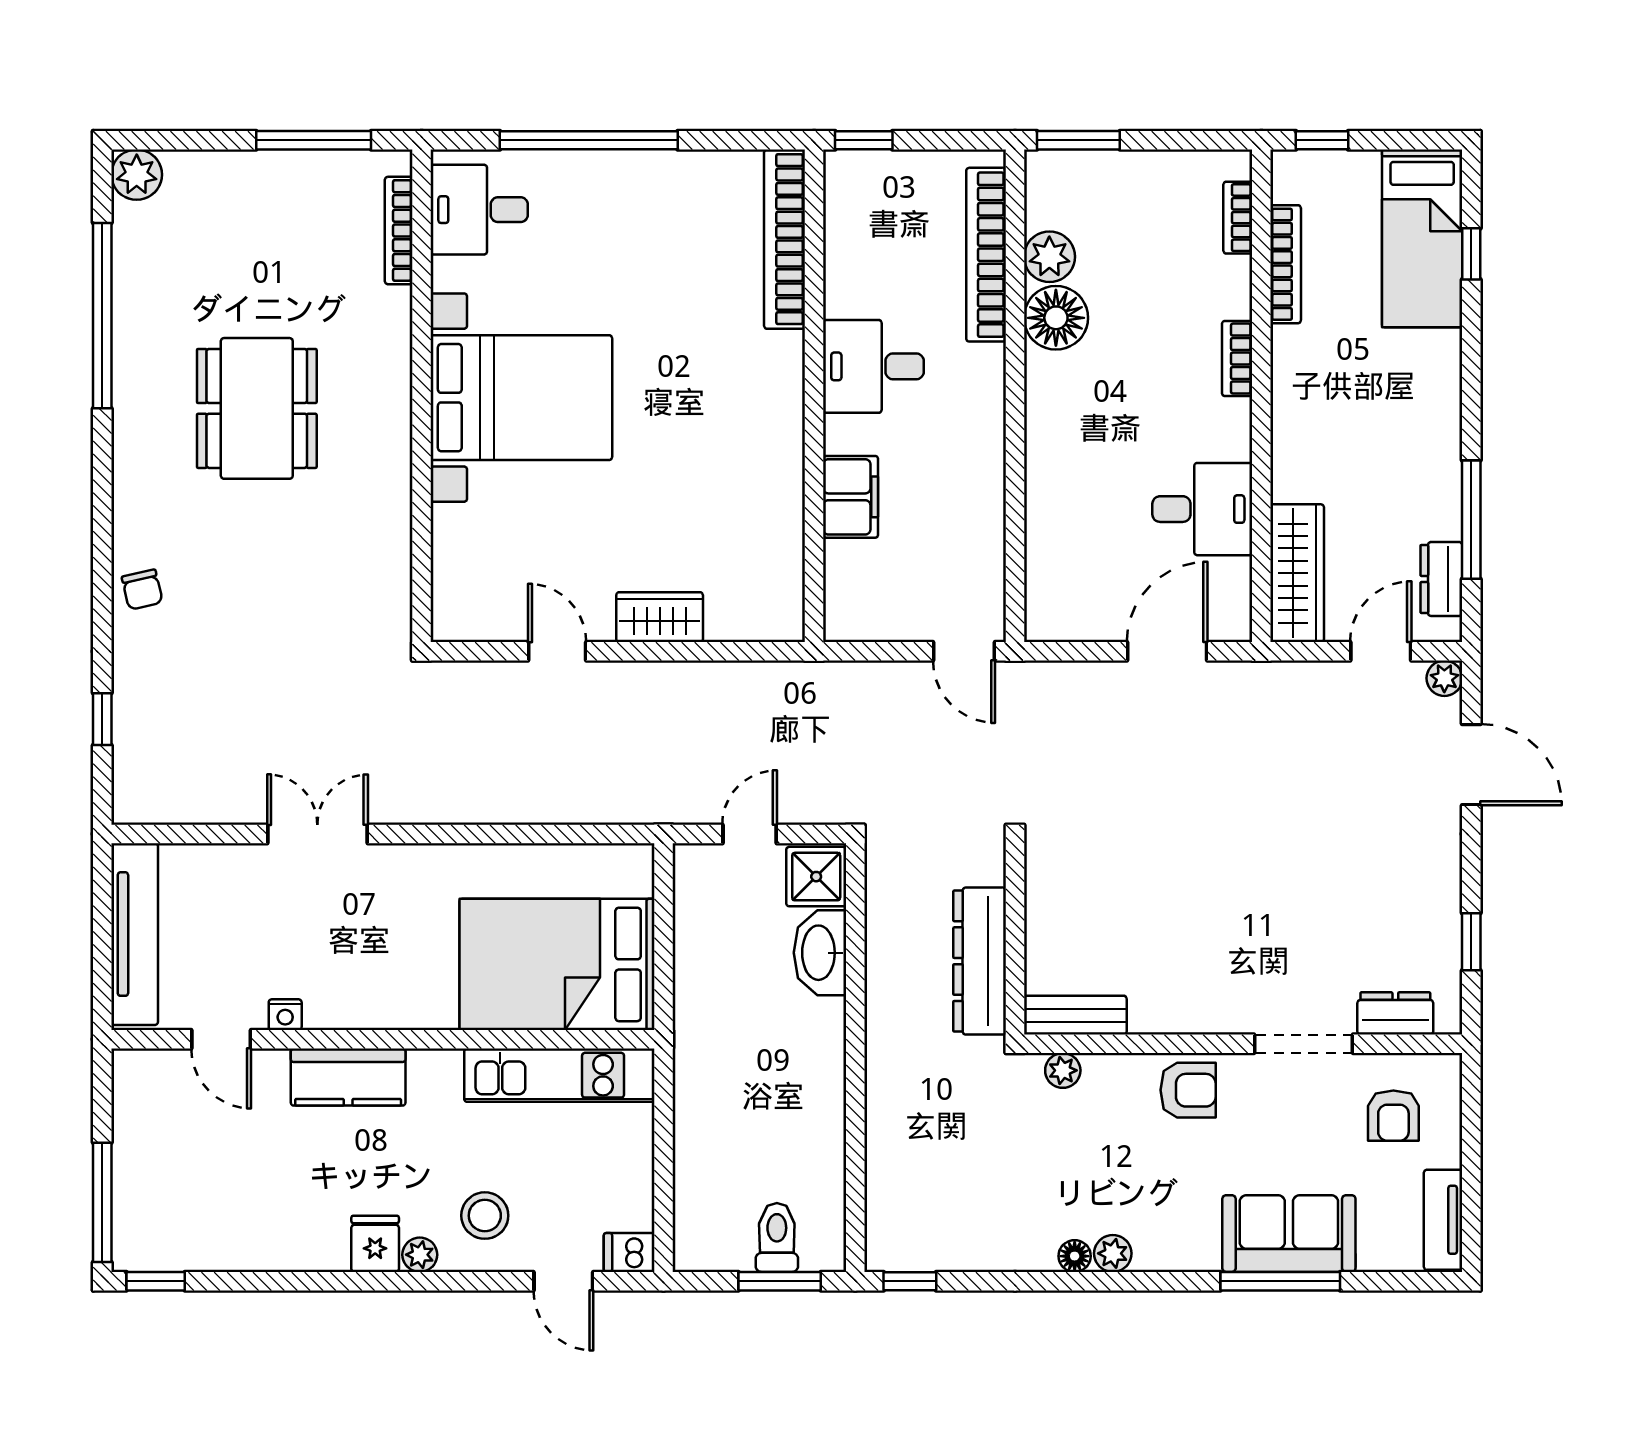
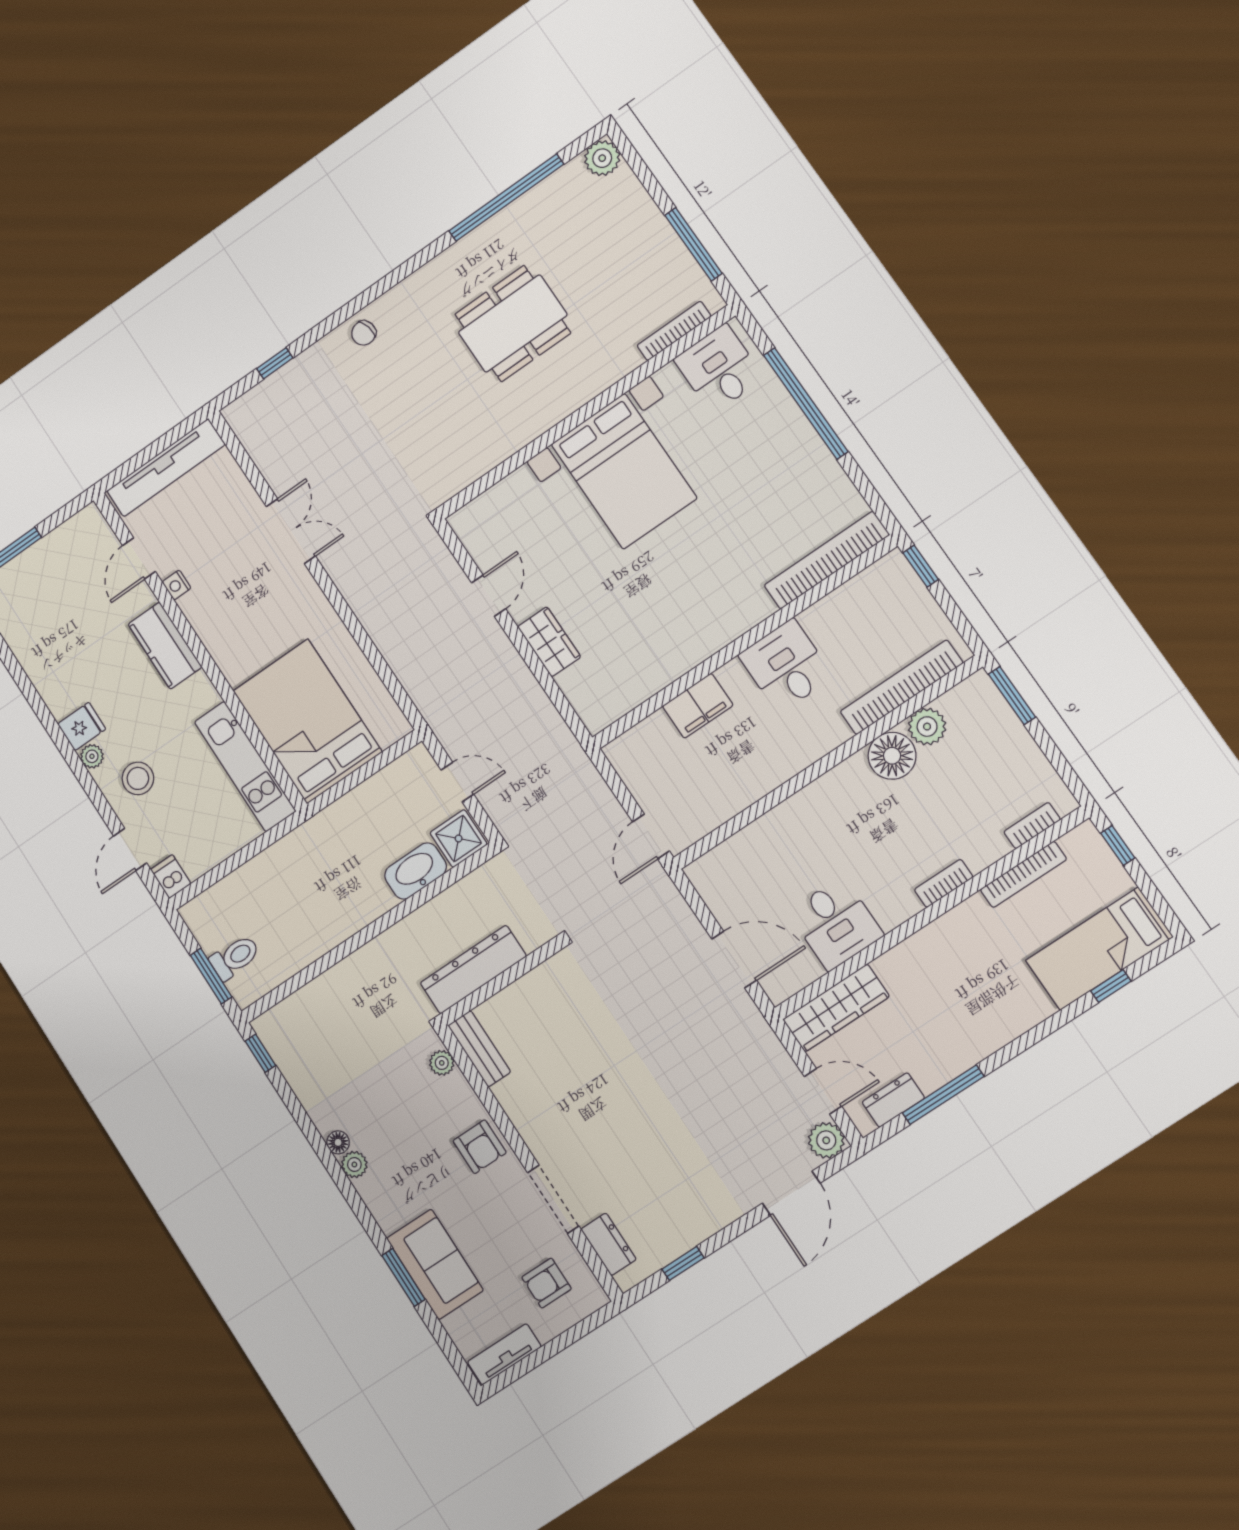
plant: (1444, 678) -> (826, 1140), width x1.38, depth x1.38
window: (1280, 1281) -> (404, 1277), width x0.69

